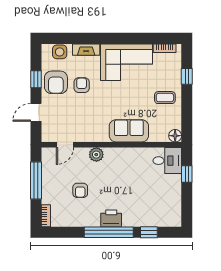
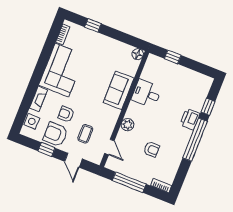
armchair: (56, 82) -> (55, 134), turned 180
coffee table: (165, 98) -> (85, 134), moved
desk: (167, 161) -> (146, 94), moved, turned -90
printer: (111, 218) -> (190, 119), moved

